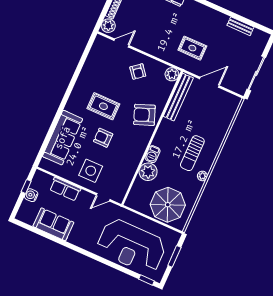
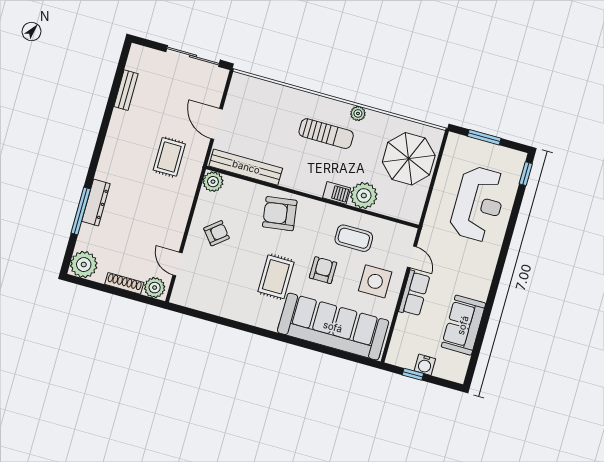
armchair: (144, 115) -> (280, 214), turned 103
sofa: (63, 138) -> (333, 327), width x1.36, depth x1.27
armchair: (103, 138) -> (323, 270), turned 180
coffee table: (121, 161) -> (354, 238), added
row of seats: (65, 189) -> (414, 293), moved
reception desk: (131, 246) -> (478, 204), width x0.74, depth x0.77

